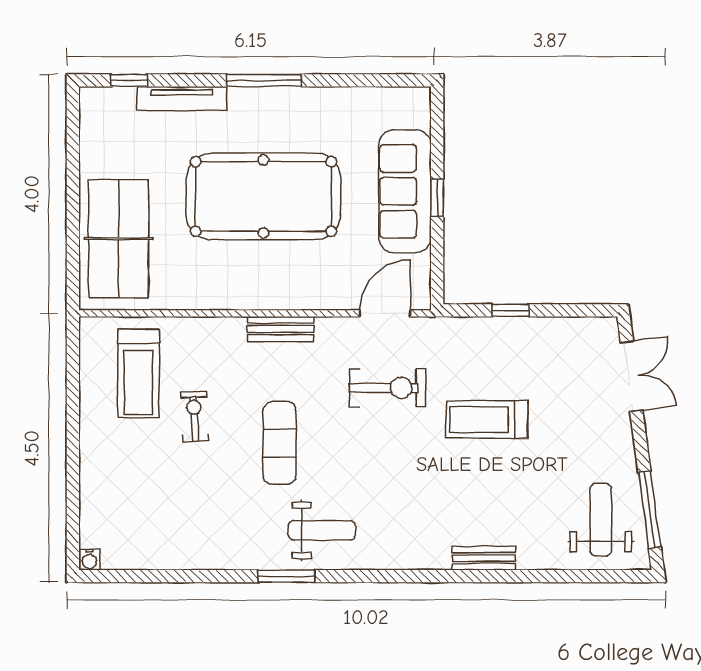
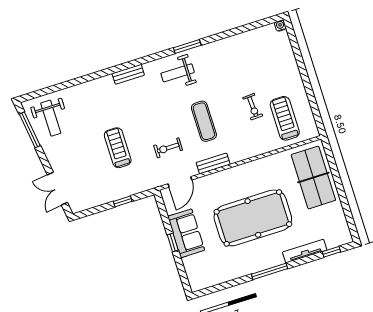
sofa: (405, 191) -> (186, 233), width x0.73
bench: (281, 329) -> (213, 163), moved
exercise bike: (387, 388) -> (168, 148), width x0.73, depth x0.72
treadmill: (487, 420) -> (118, 148), turned -90
exercise mat: (279, 443) -> (204, 121), moved
bench: (484, 558) -> (128, 74), moved

